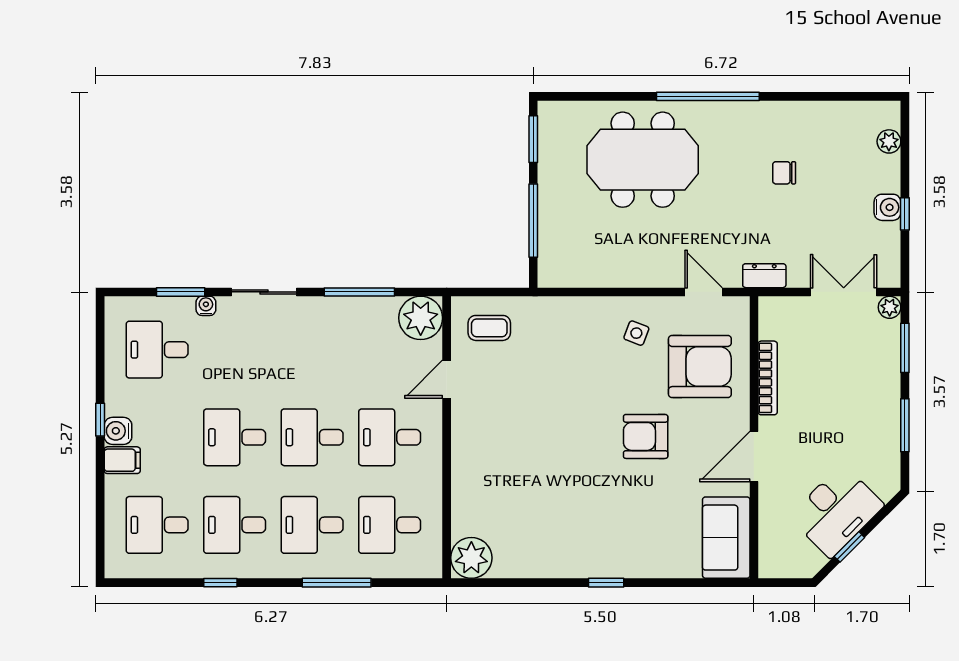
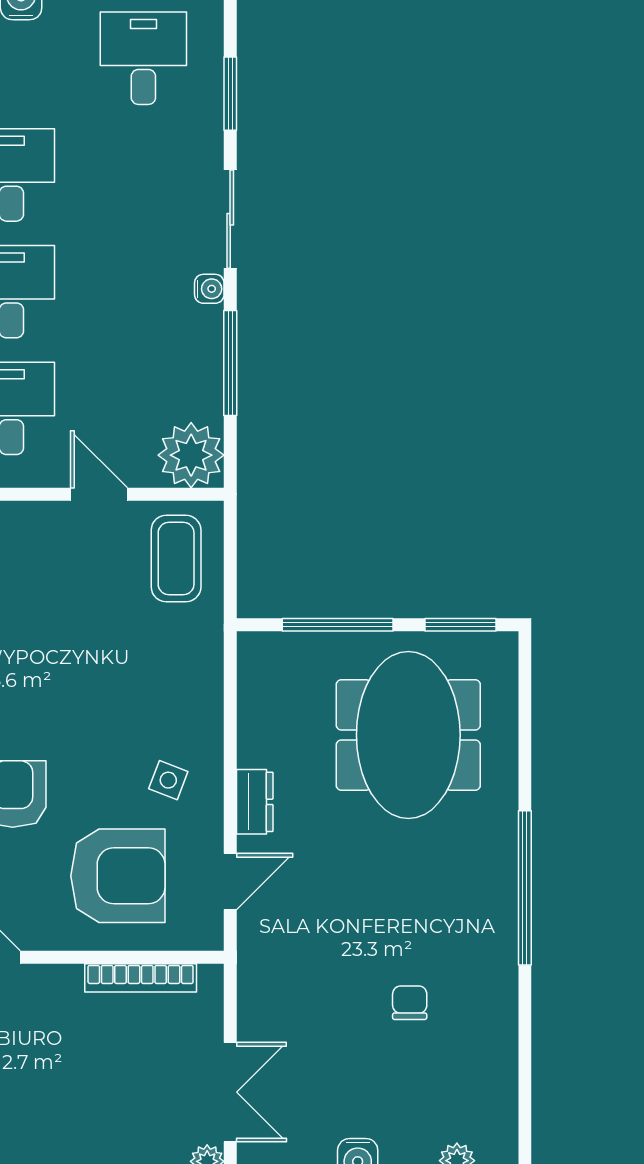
meeting table: (643, 160) -> (408, 735), moved
dresser: (764, 276) -> (255, 802), moved
water cooler: (206, 306) -> (209, 289), moved
coffee table: (489, 328) -> (176, 559), width x1.36, depth x1.30
armchair: (700, 367) -> (118, 876), turned -90
bookcase: (768, 378) -> (141, 978), moved

